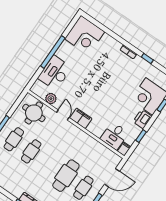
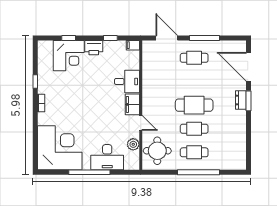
corner desk: (85, 35) -> (60, 148), width x1.36, depth x1.36
door: (63, 115) -> (141, 123), swing flipped
desk: (114, 136) -> (127, 81), moved
cafe table: (66, 176) -> (194, 105), moved

